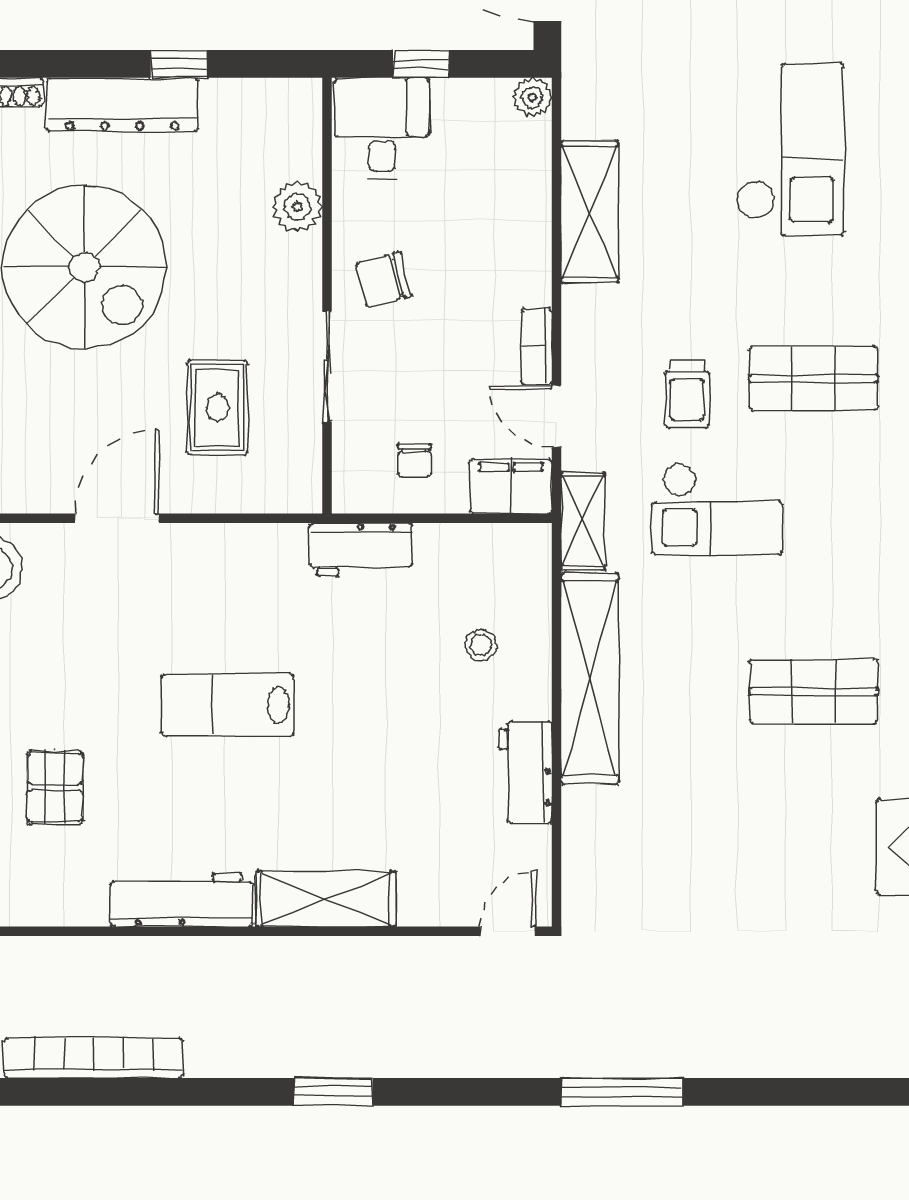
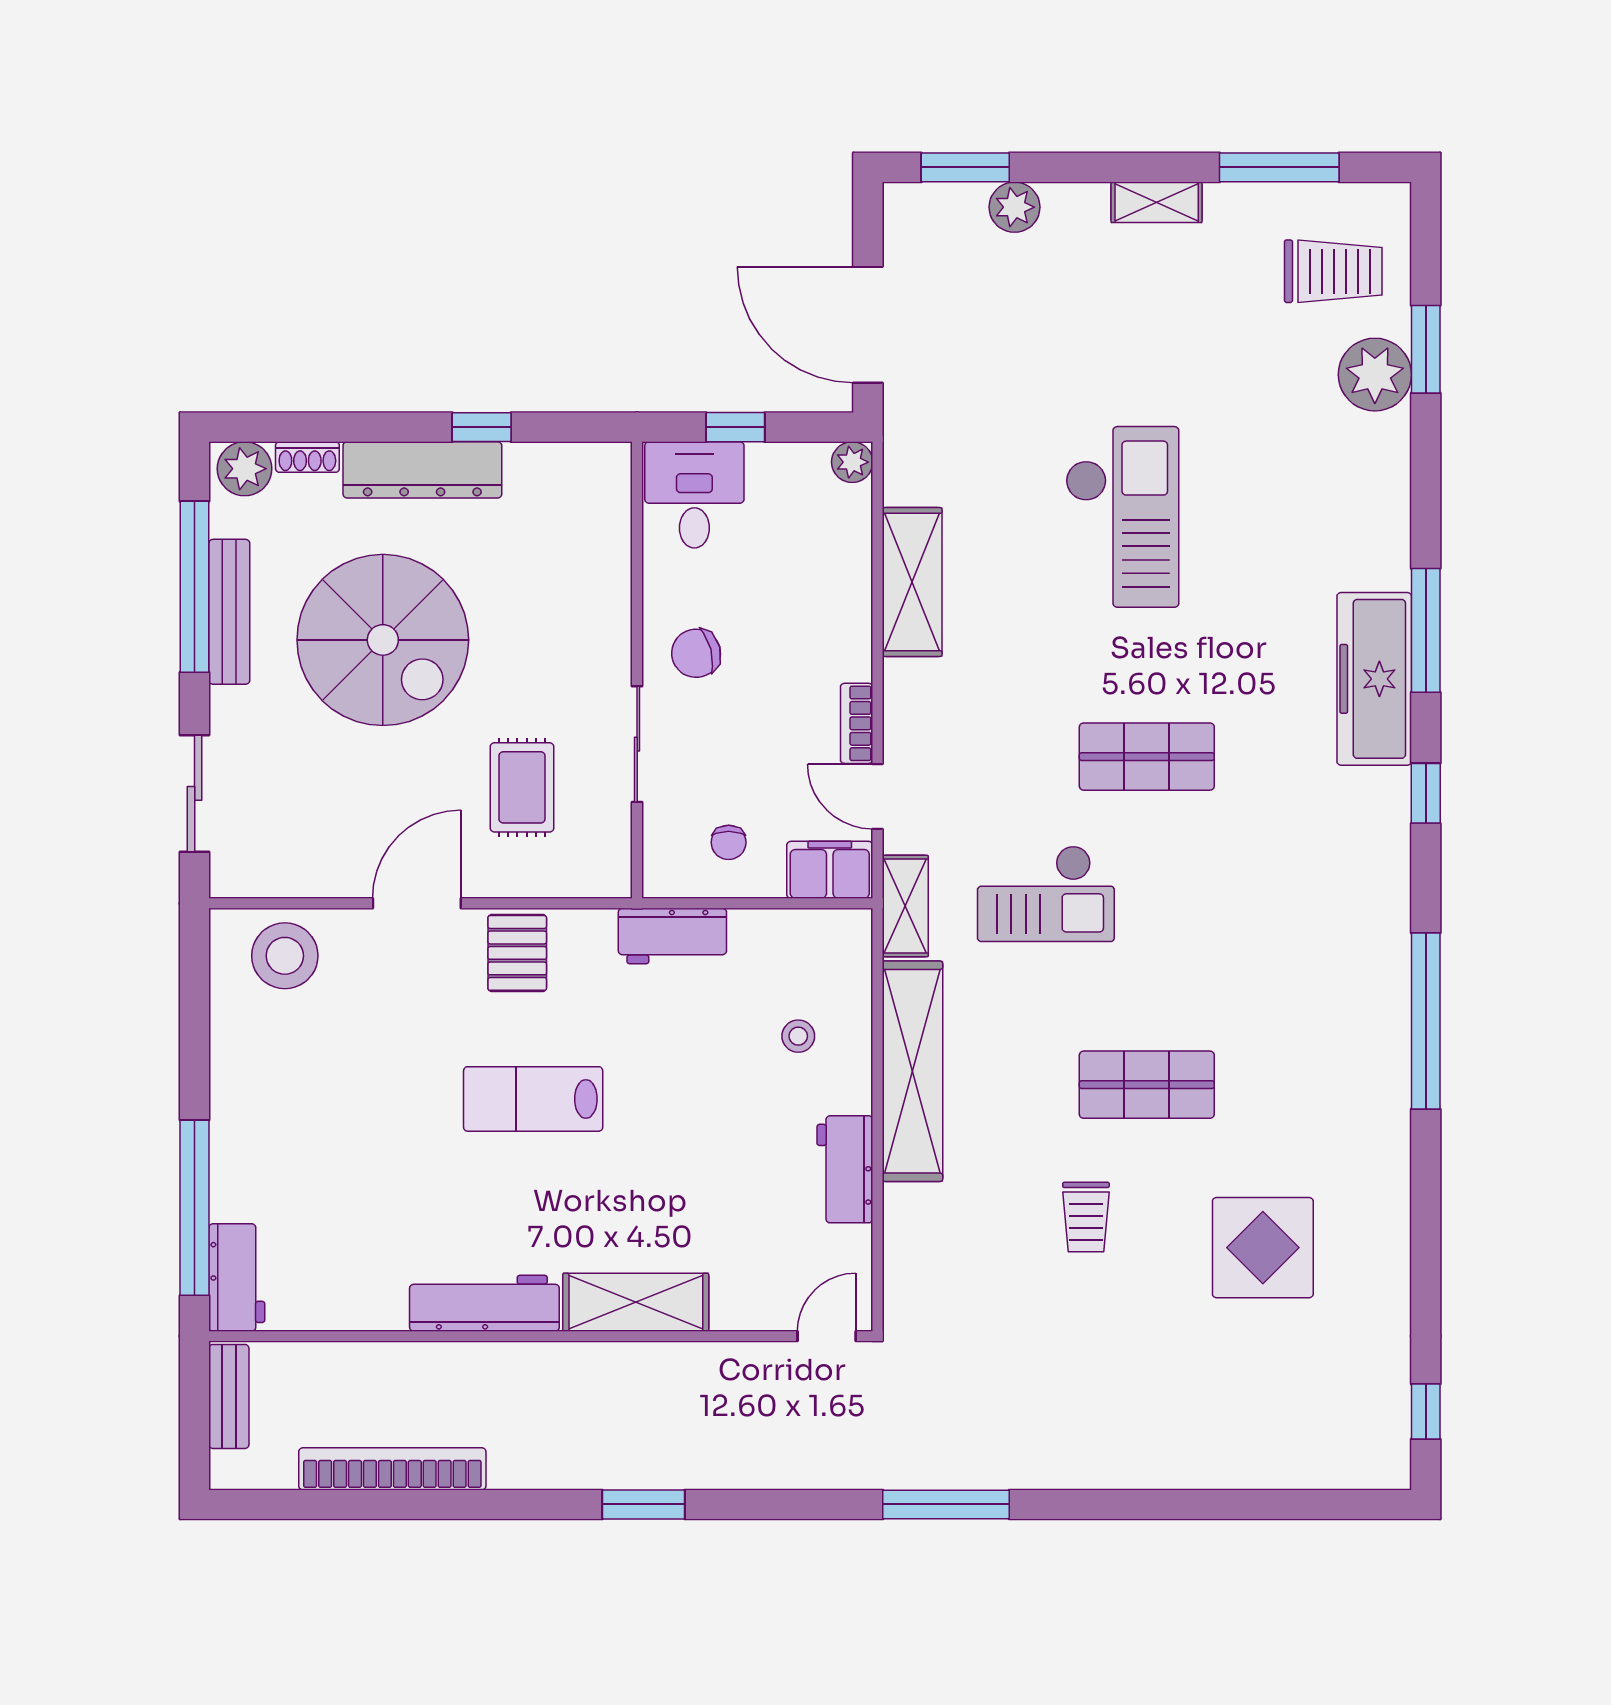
plant: (297, 207) -> (606, 577), removed
trolley: (687, 395) -> (1086, 1217), moved
pallet: (55, 787) -> (517, 953), moved

